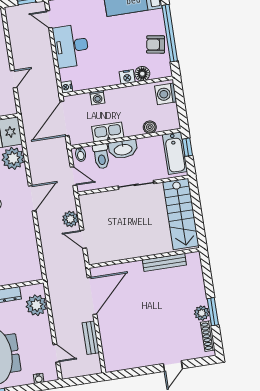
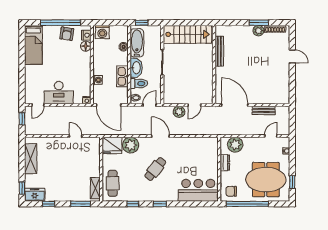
nightstand: (127, 77) -> (86, 35), moved
bathtub: (175, 153) -> (137, 43), moved, turned -90

